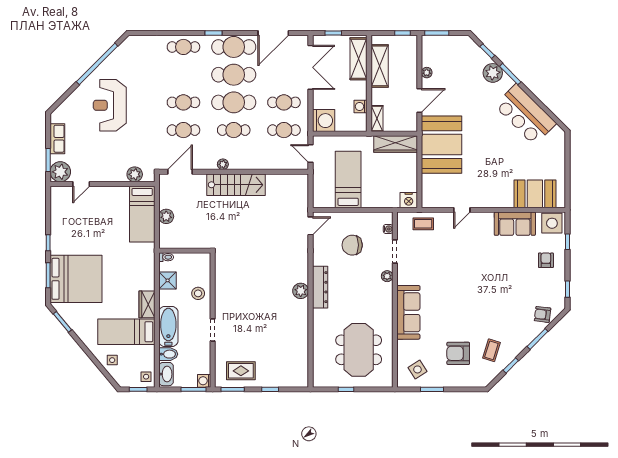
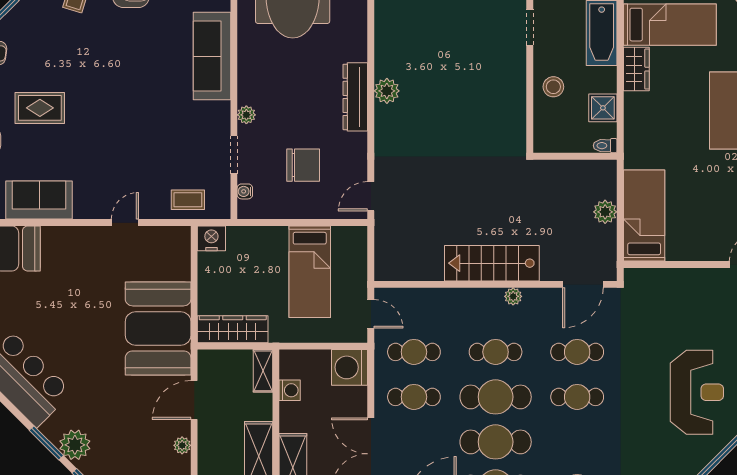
plant: (135, 174) -> (656, 280), removed
rug: (514, 280) -> (40, 108), added

